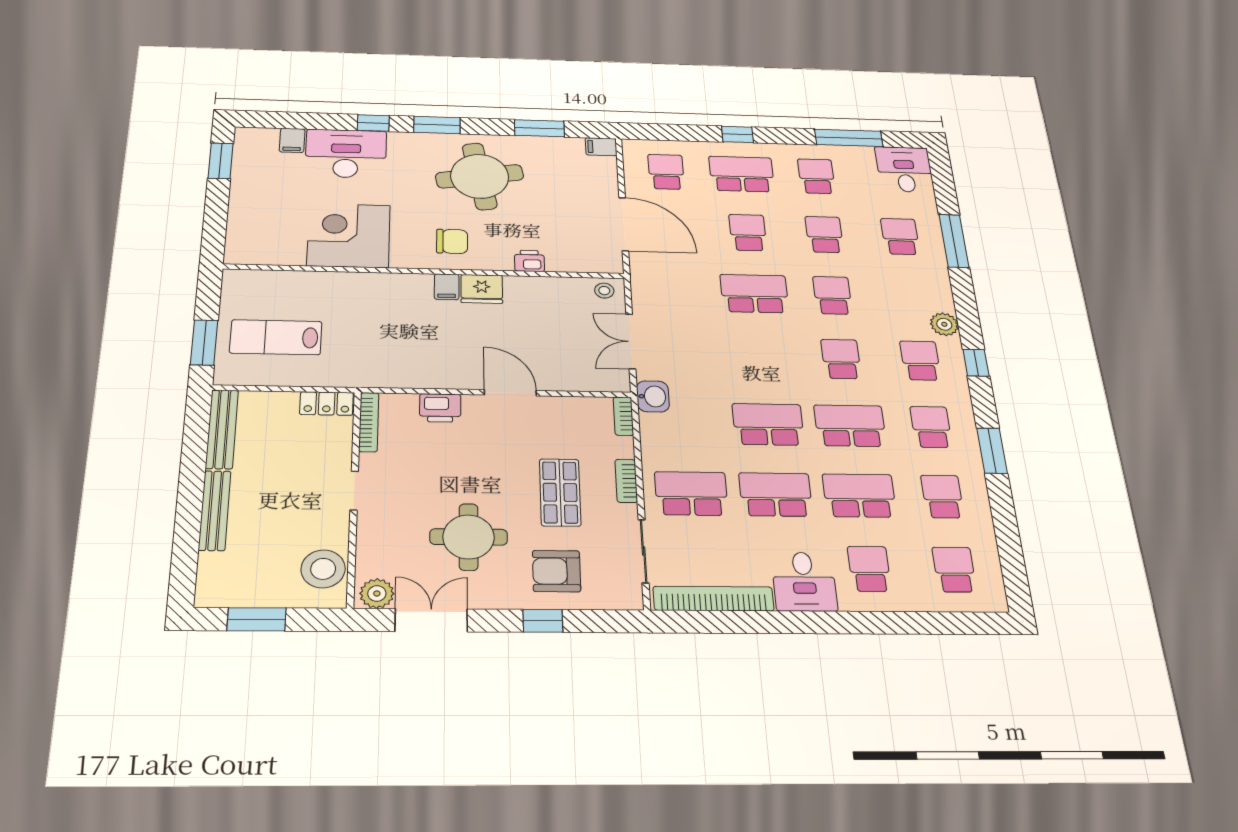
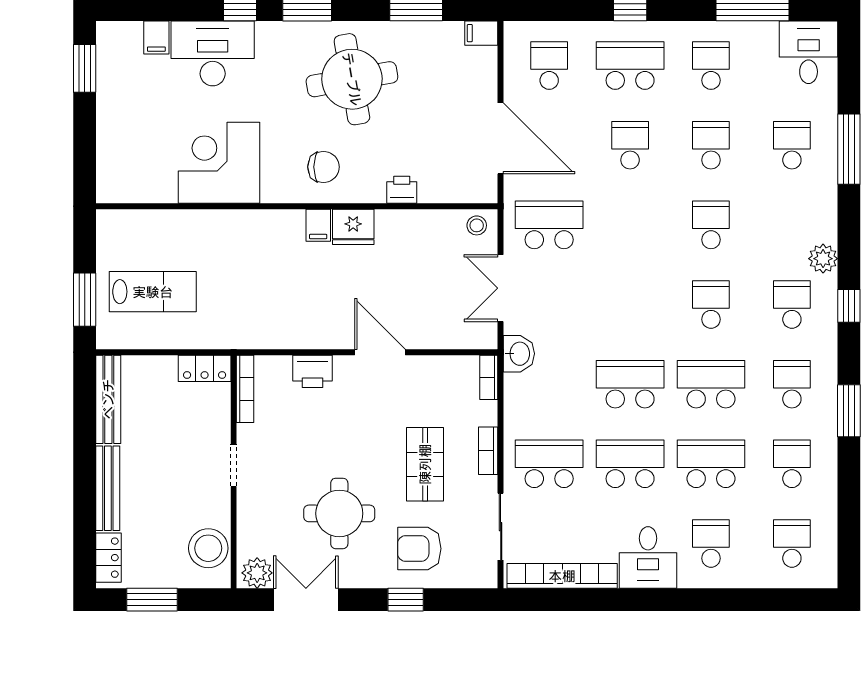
school desk: (754, 294) -> (549, 225), moved
lab bench: (276, 337) -> (153, 292), turned 180
locker: (210, 577) -> (109, 558), added

